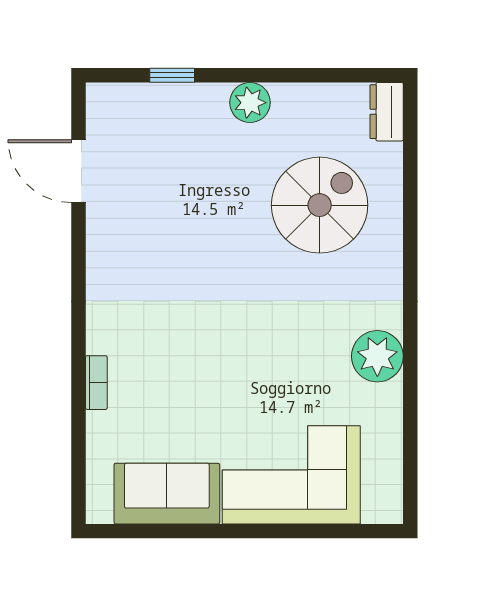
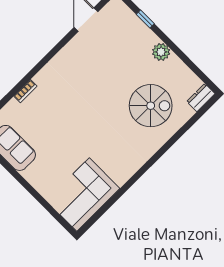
plant: (377, 356) -> (121, 171), removed
corner sofa: (291, 475) -> (83, 195), moved, turned -90

